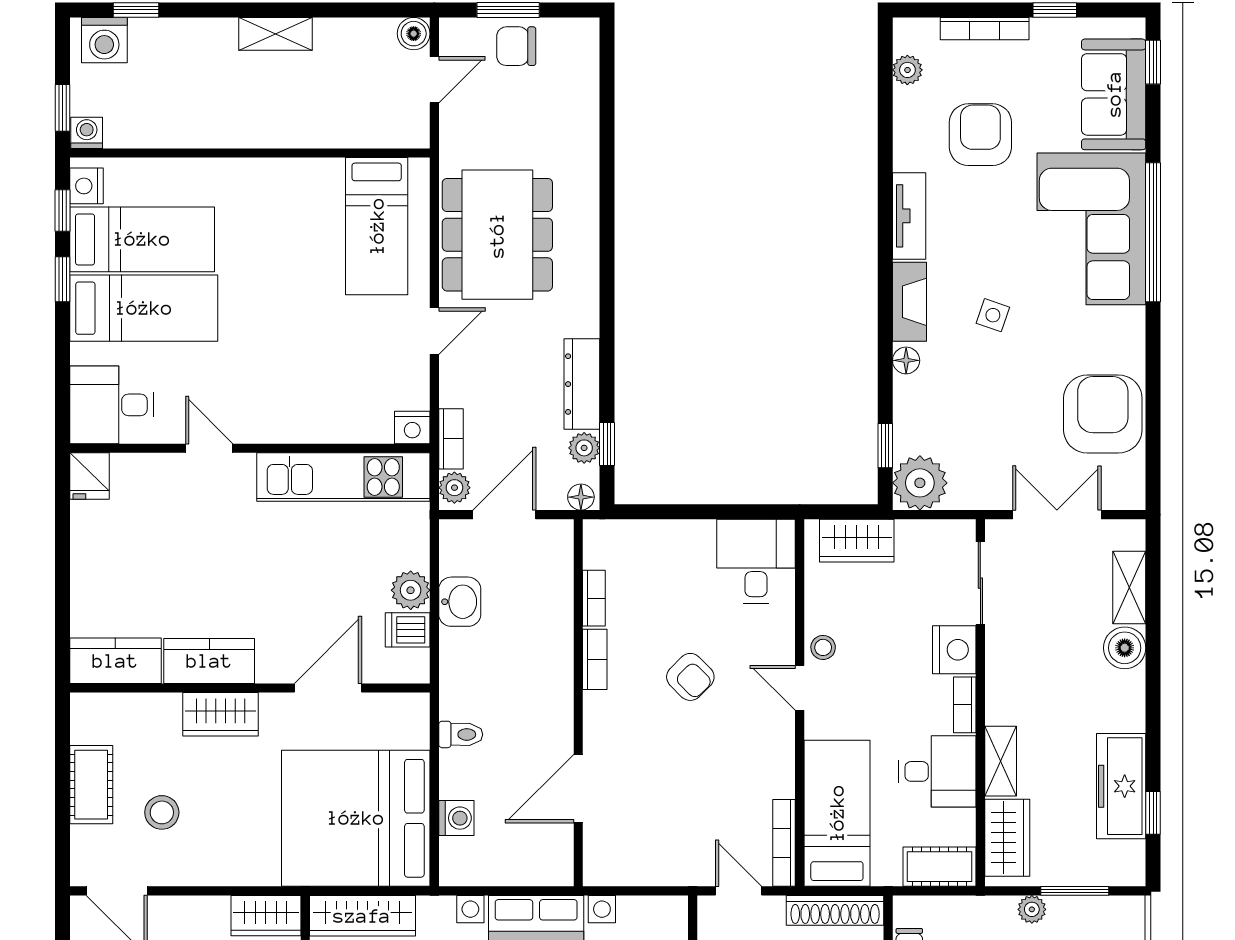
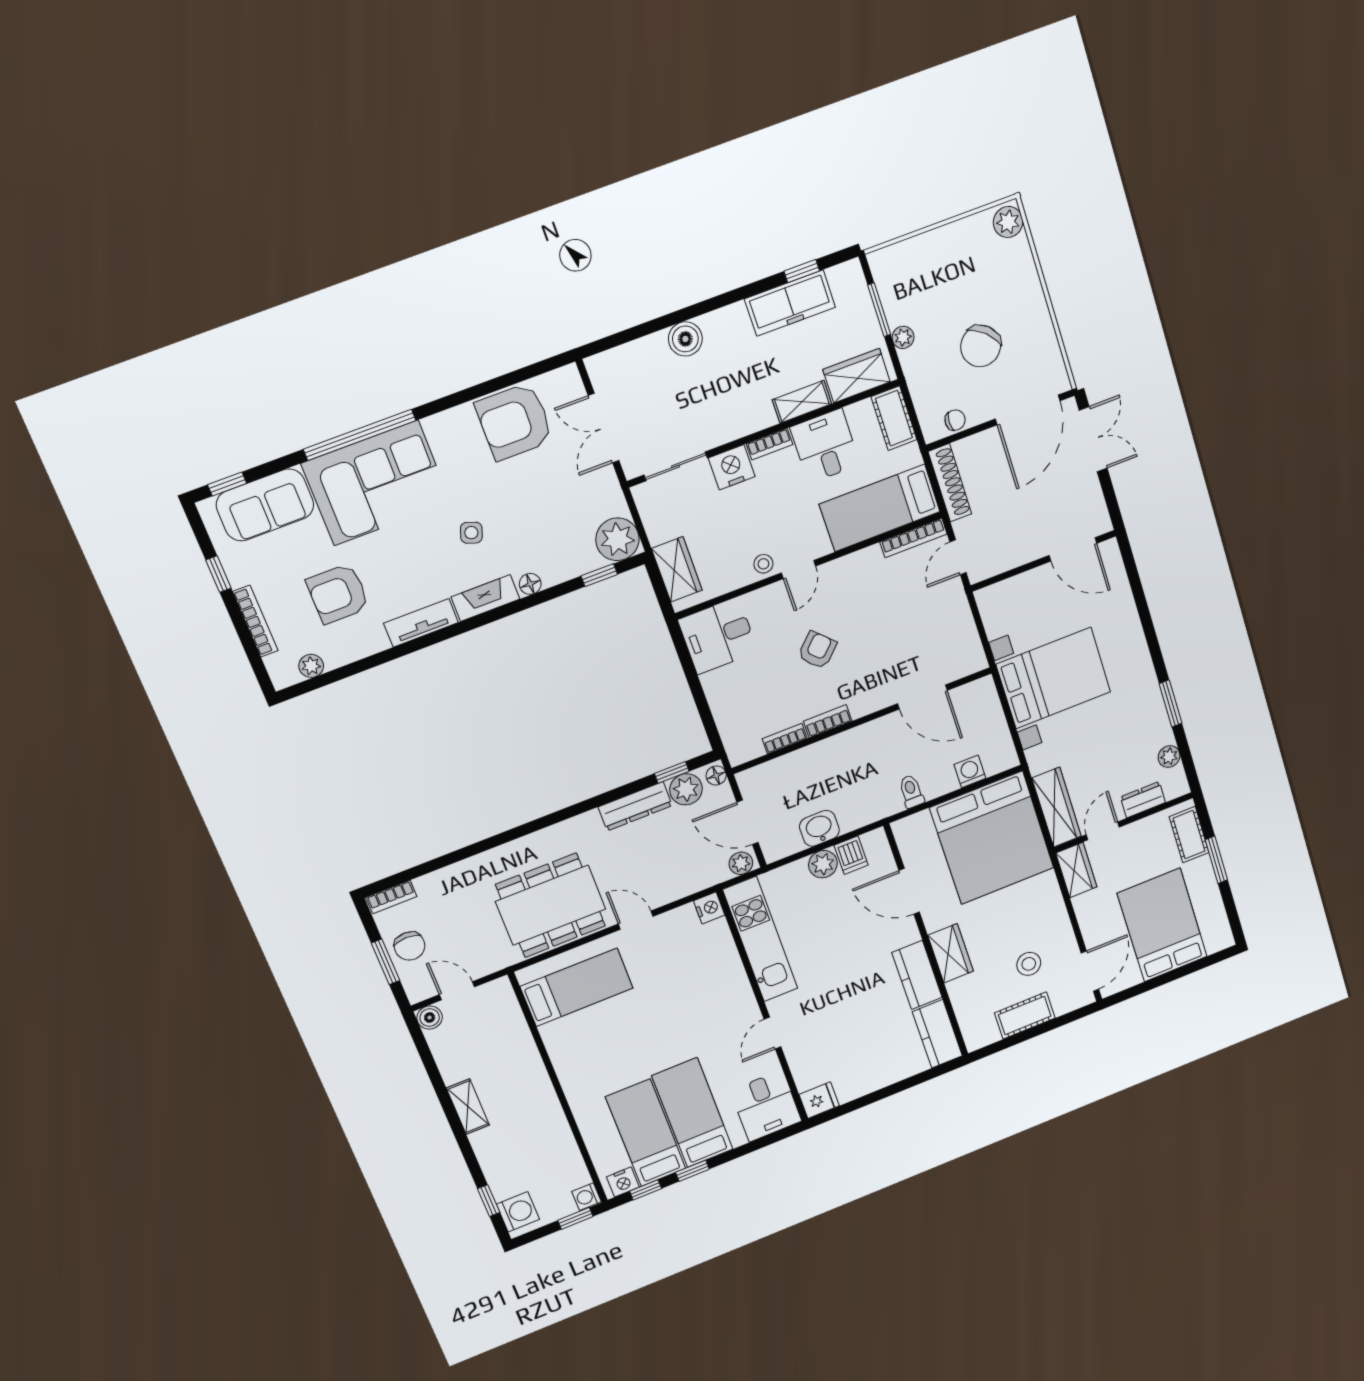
bookcase: (451, 439) -> (391, 897), moved, turned 180
plant: (584, 448) -> (686, 789), width x1.38, depth x1.38
shelving: (1129, 587) -> (639, 352), removed

